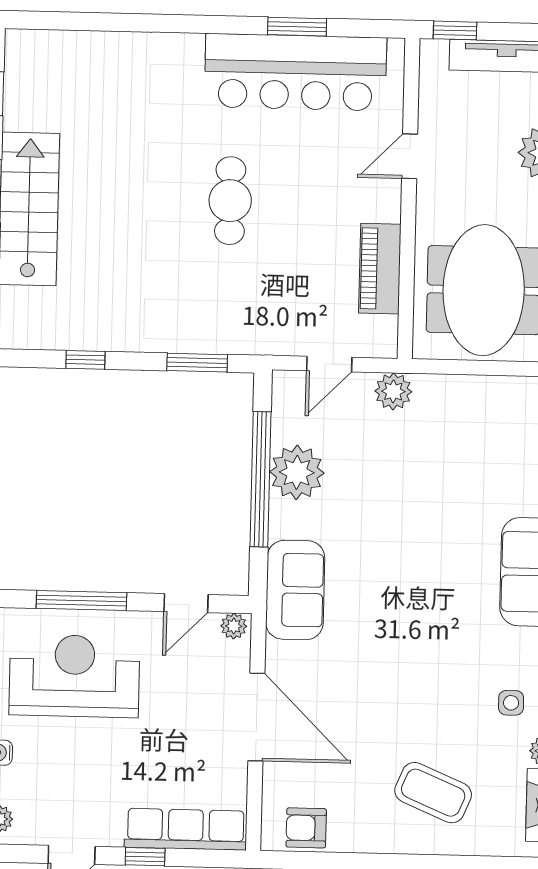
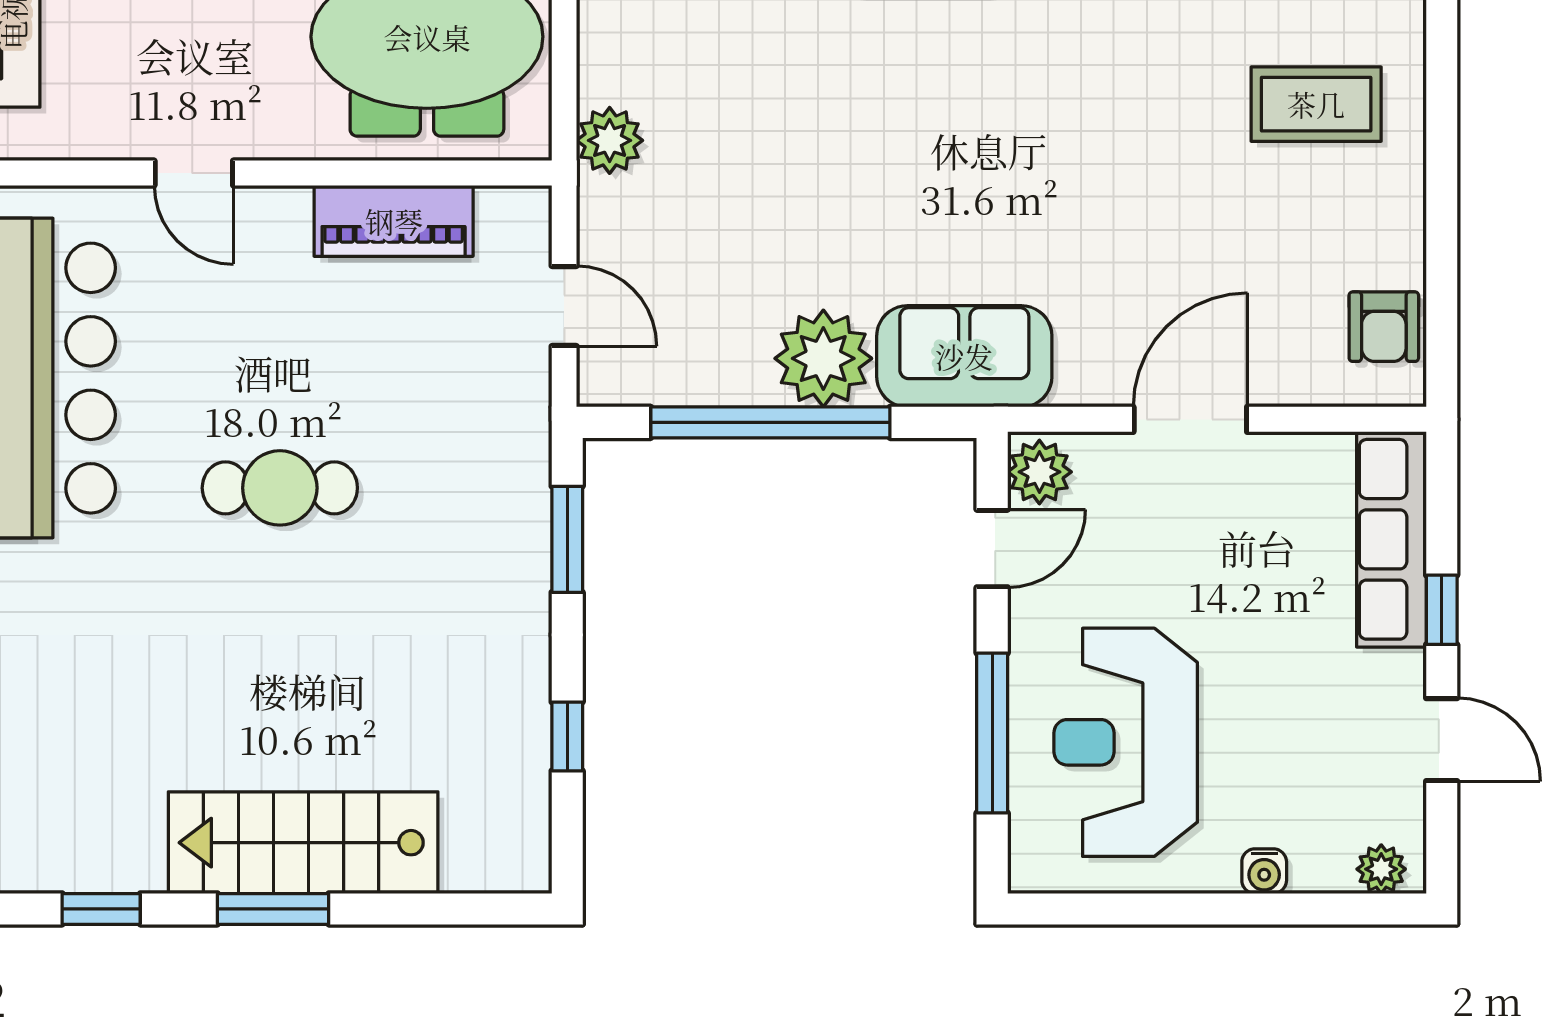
plant: (393, 391) -> (610, 140), moved
plant: (297, 472) -> (823, 358), moved
door: (186, 603) -> (992, 549), hinge flipped
plant: (234, 626) -> (1039, 472), width x1.38, depth x1.38
door: (256, 717) -> (1190, 419), width x0.73
coffee table: (433, 793) -> (1316, 104), turned 67

